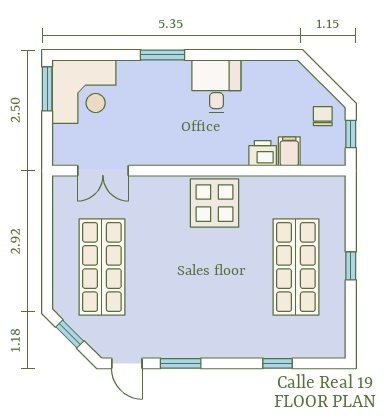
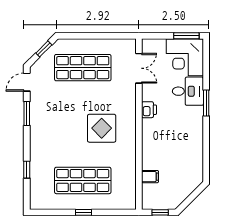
desk: (216, 86) -> (188, 91), moved
chair: (323, 116) -> (171, 196), removed
printer: (263, 153) -> (149, 110), moved
double door: (103, 171) -> (139, 68), swing flipped
display table: (215, 203) -> (102, 128), moved

